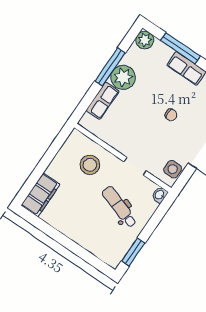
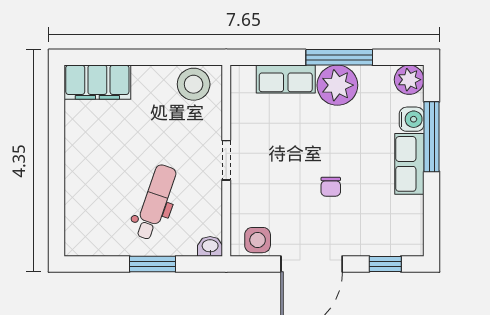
water cooler: (165, 52) -> (412, 119), added
stool: (90, 165) -> (194, 84), moved
doorway: (135, 166) -> (226, 160), moved
window: (133, 252) -> (153, 264), moved

